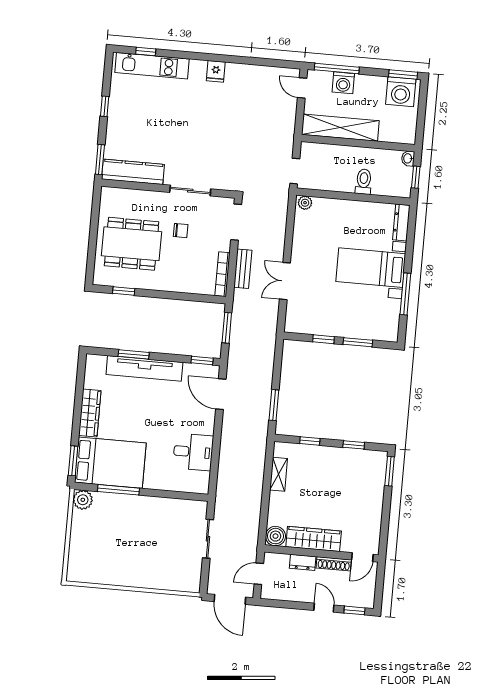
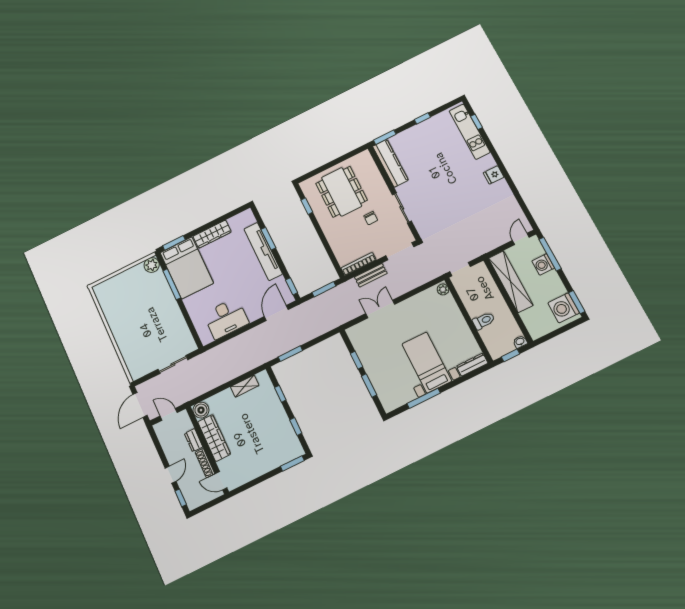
desk: (193, 452) -> (226, 318), width x1.37

